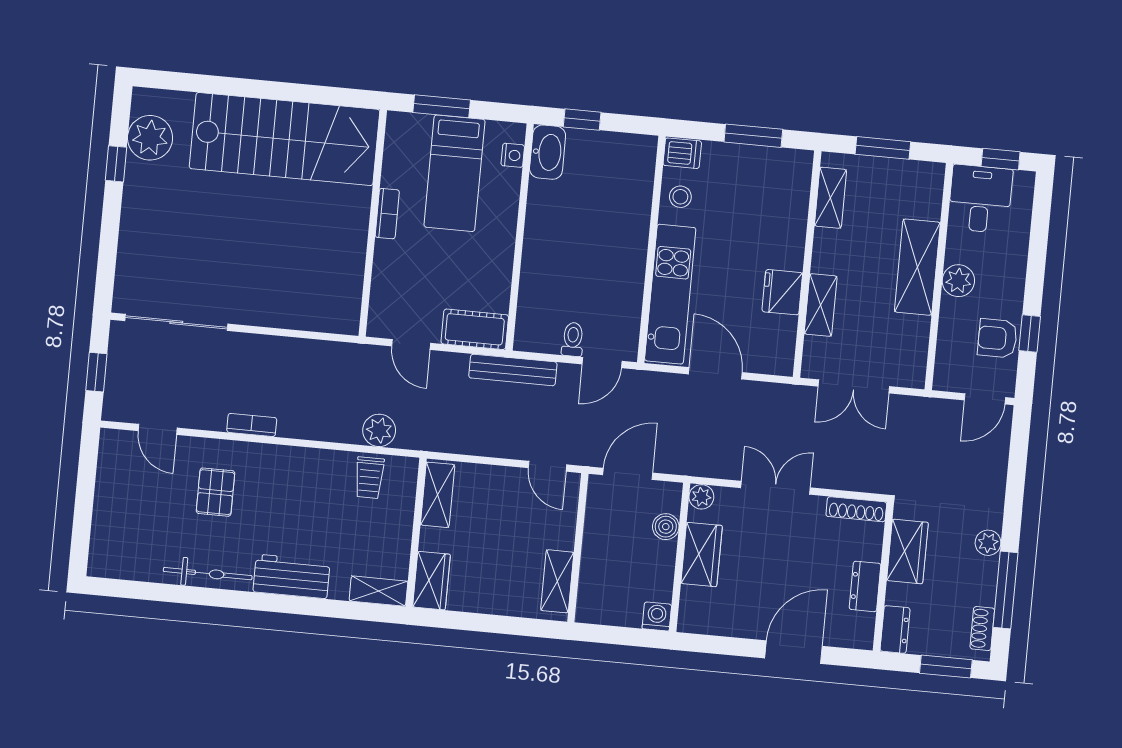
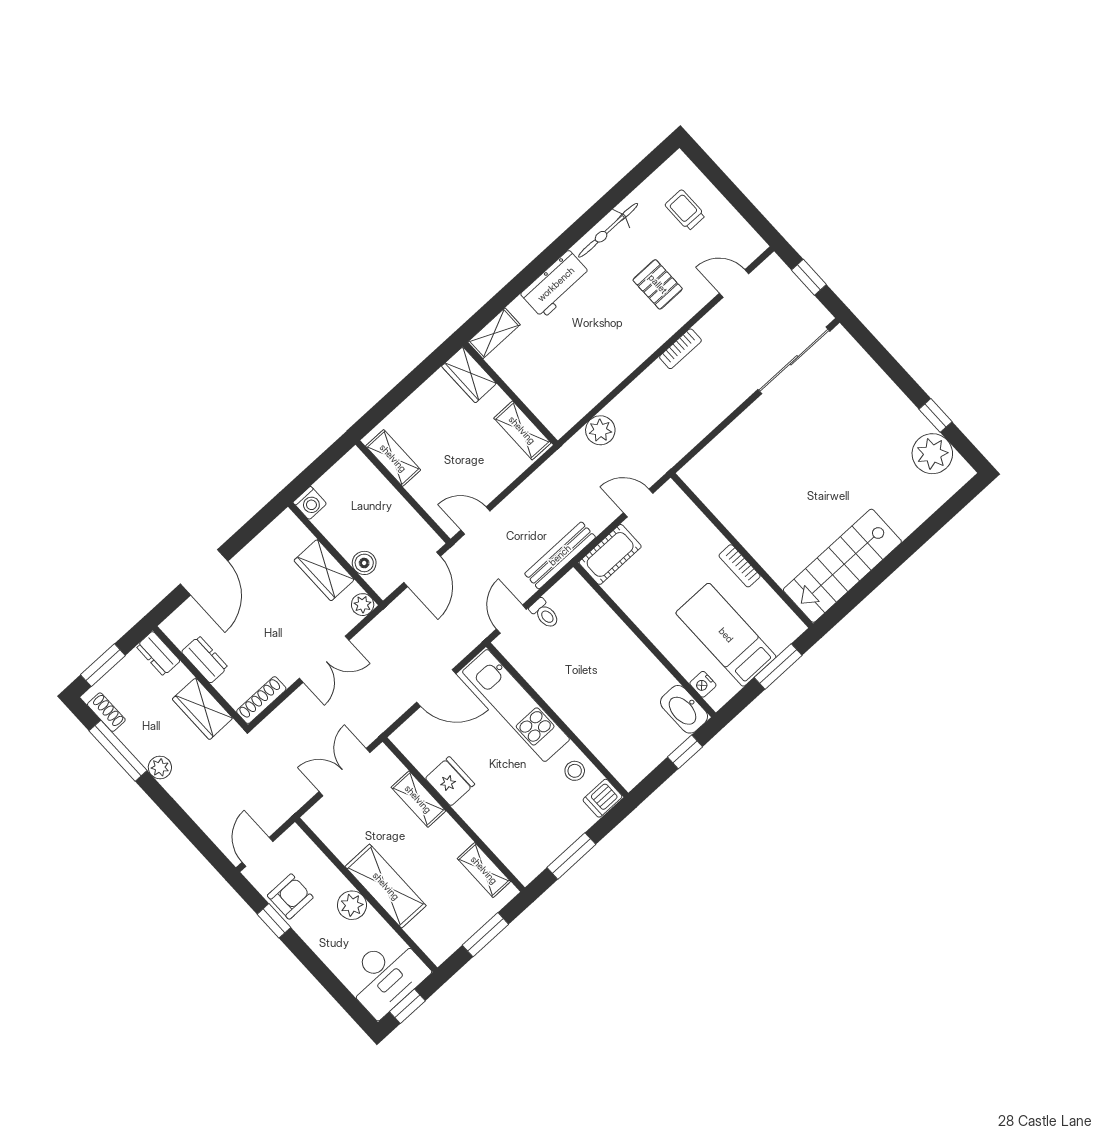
stairs: (285, 139) -> (842, 566), width x0.73, depth x0.66
desk: (980, 199) -> (386, 976), width x1.37
trolley: (369, 478) -> (685, 210), moved

